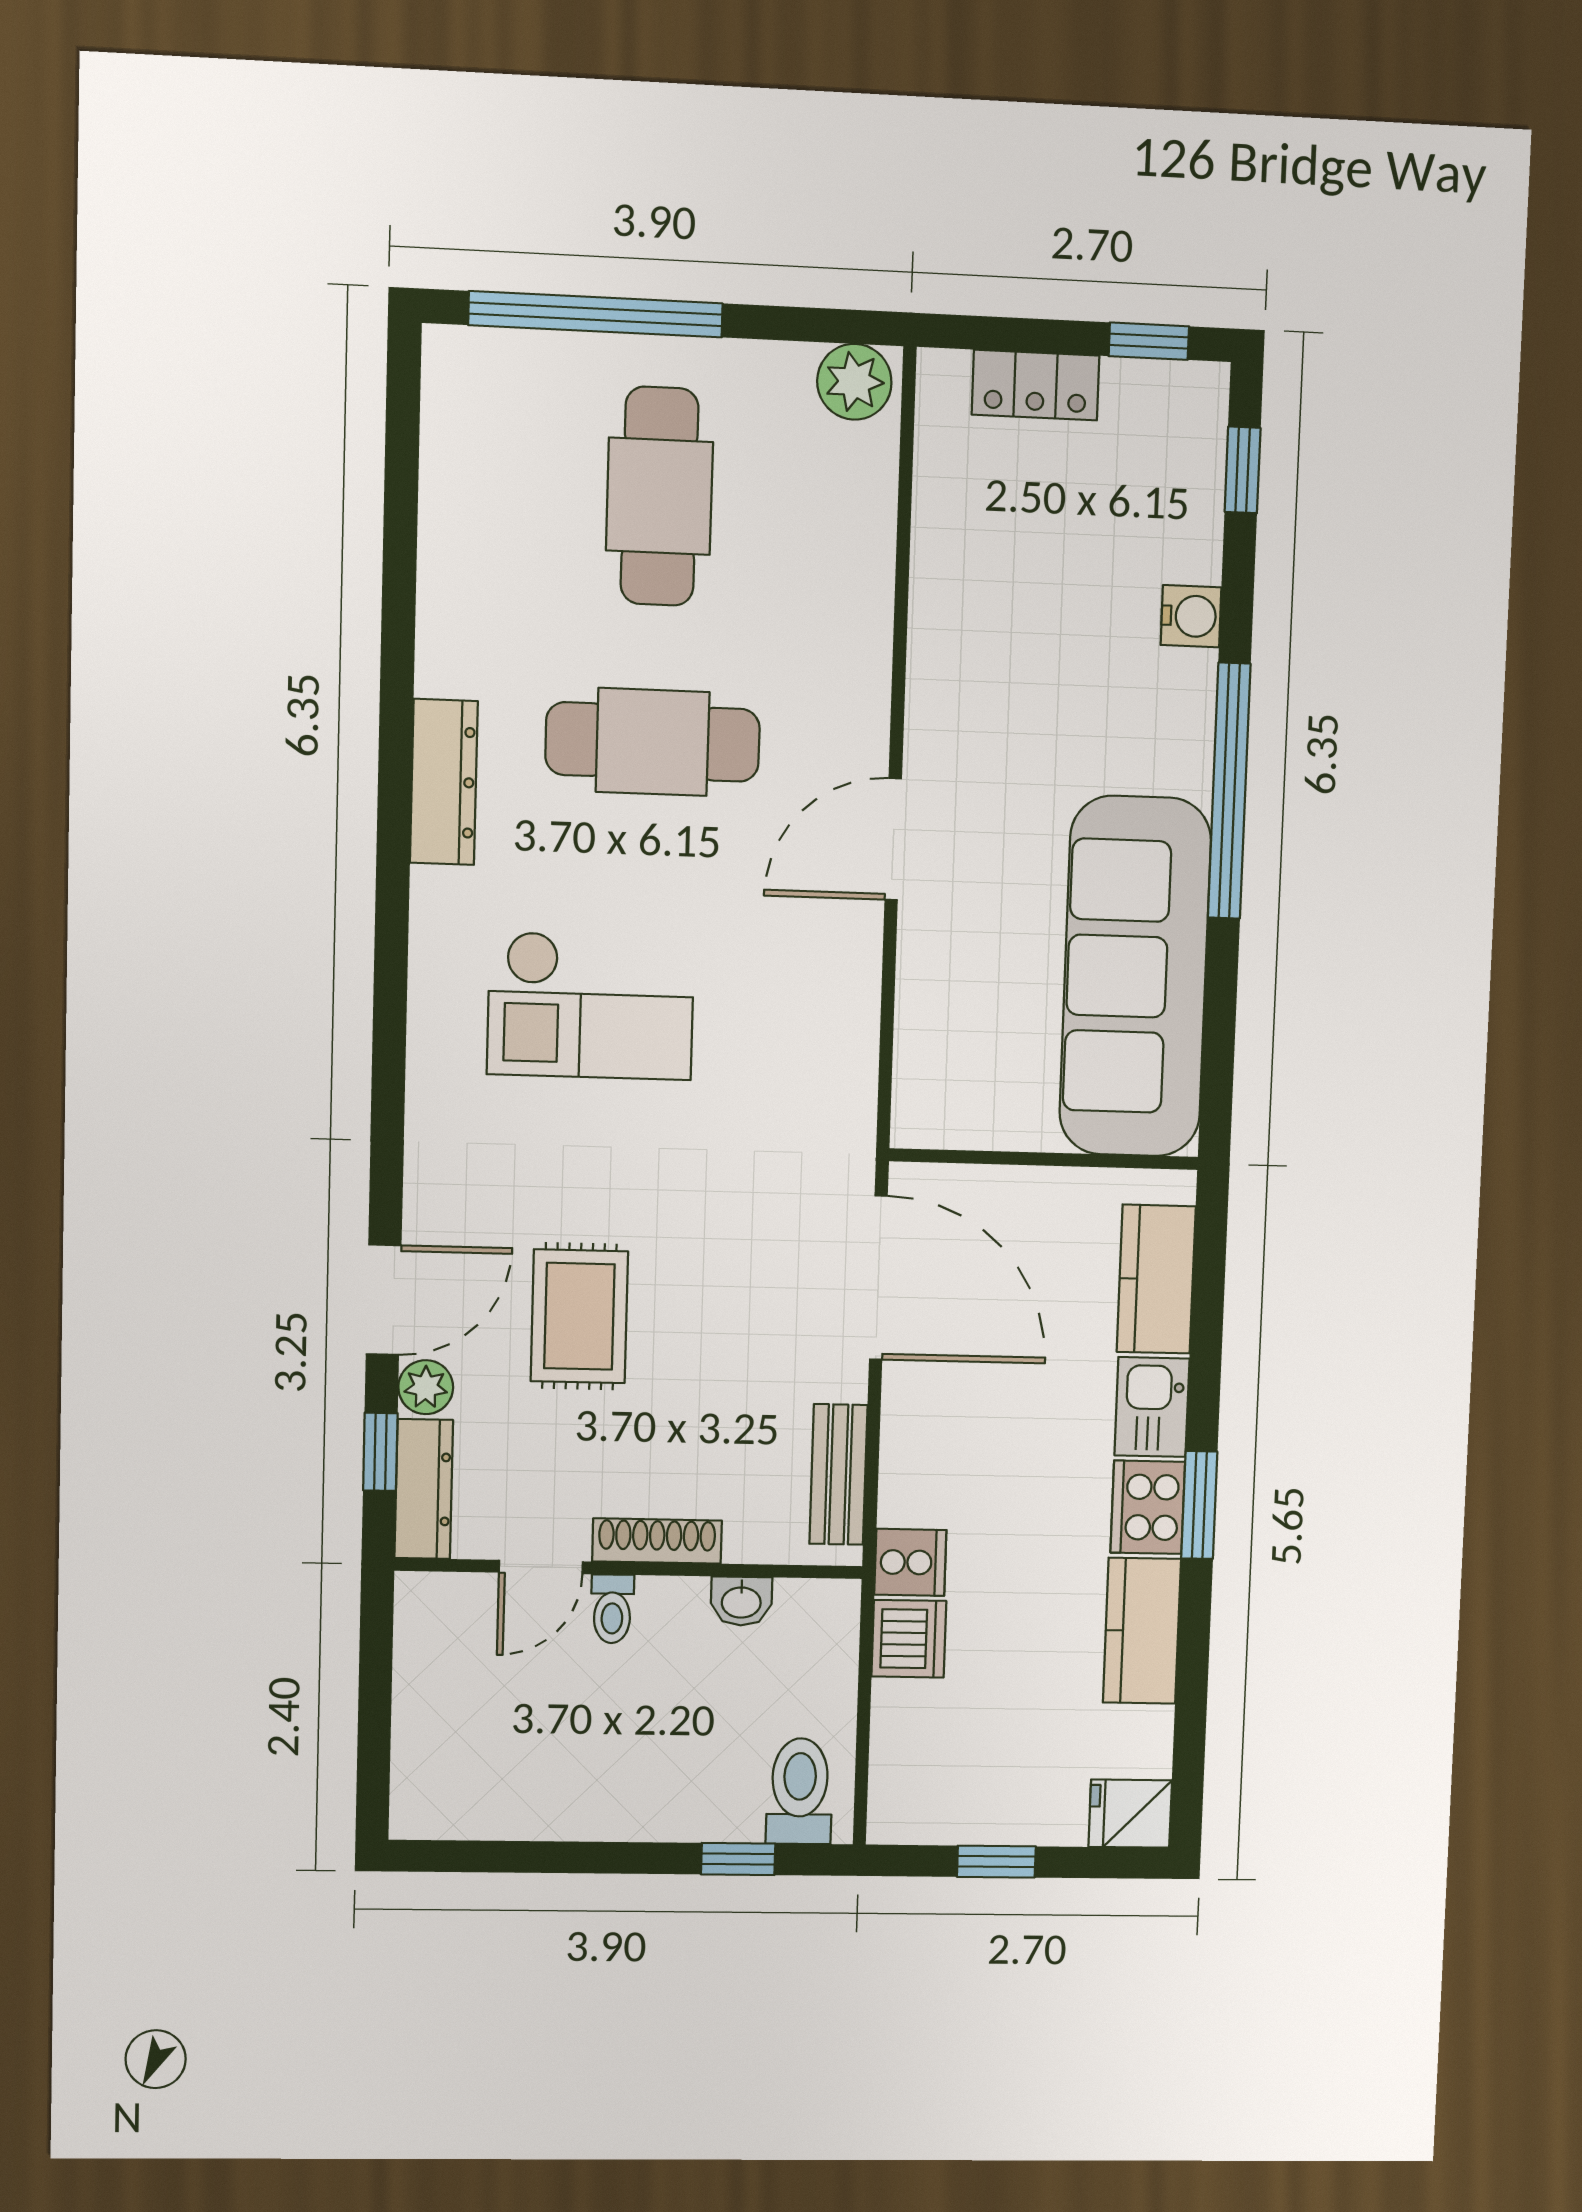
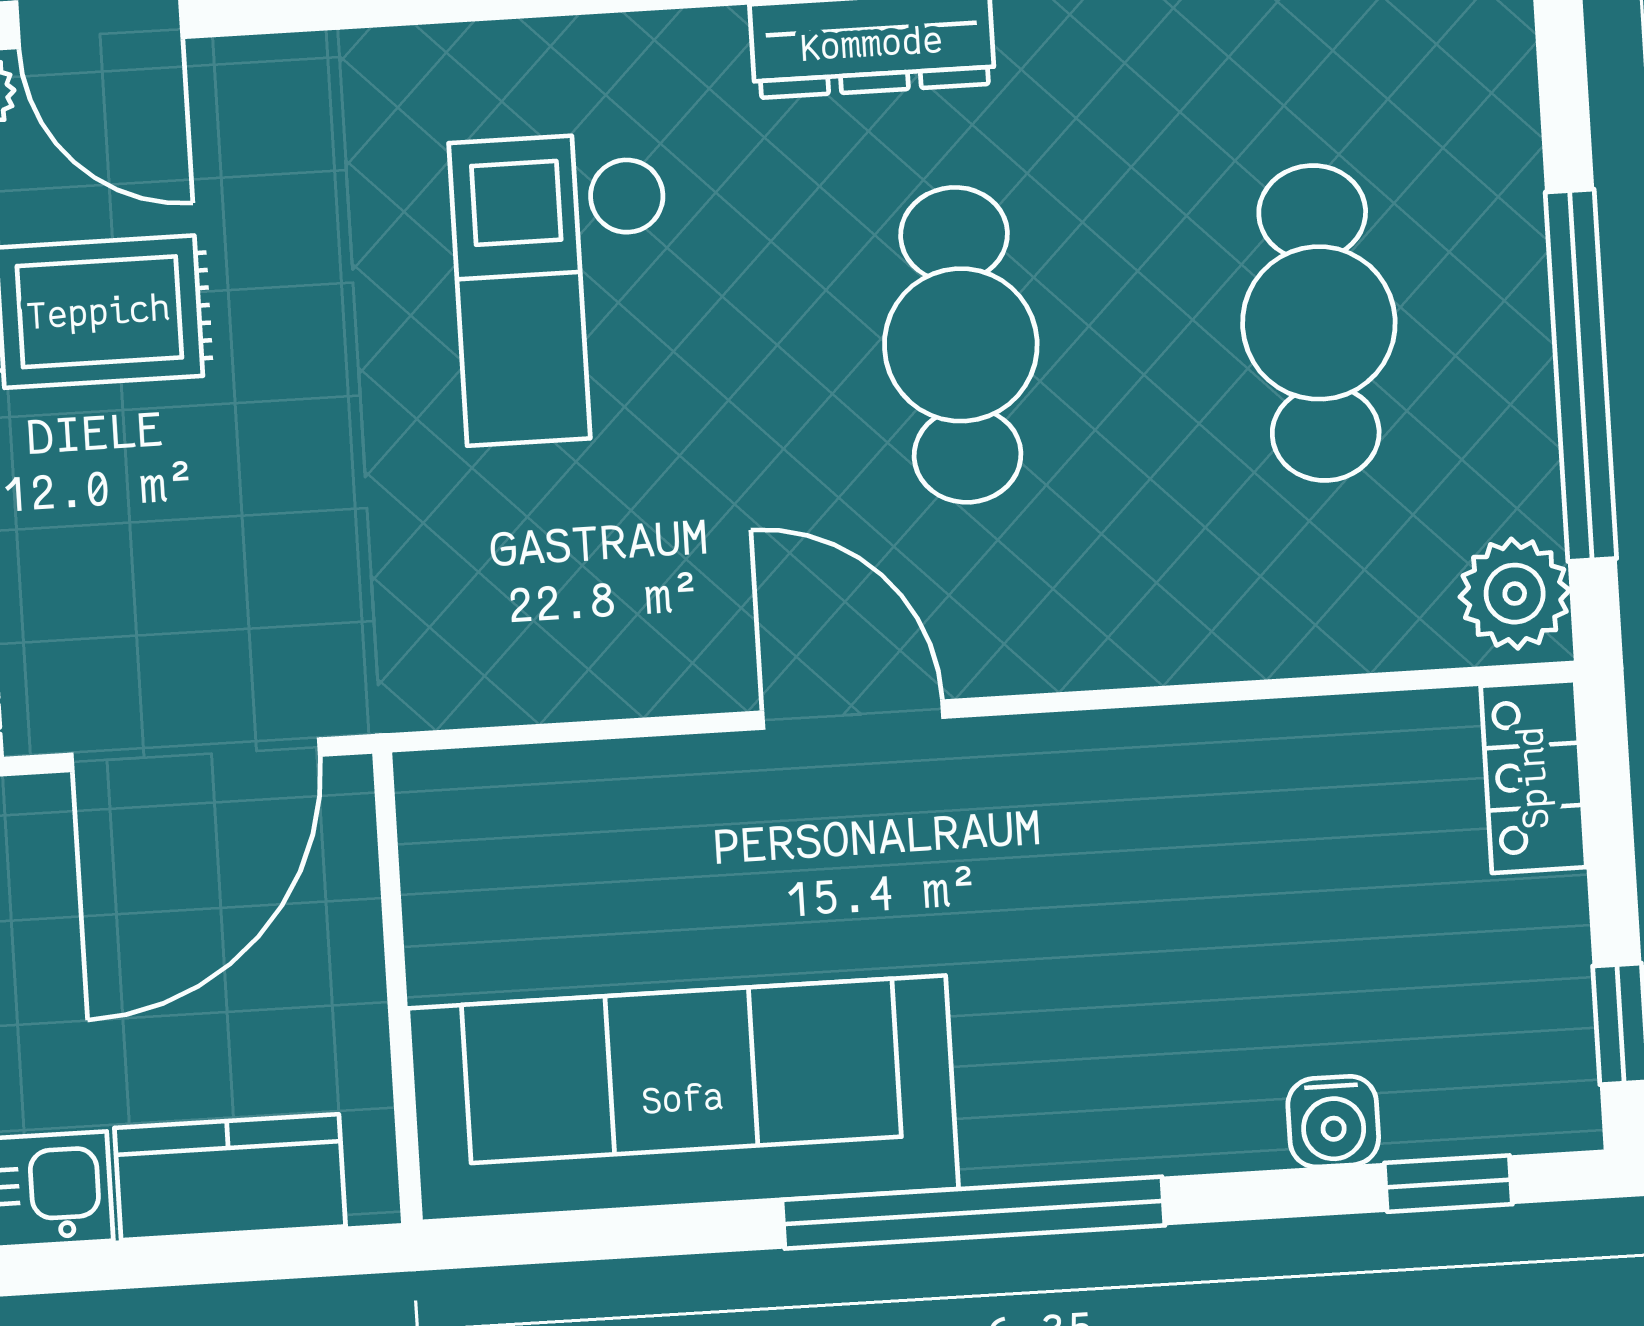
window: (596, 314) -> (1581, 375), moved
locker: (1035, 385) -> (1533, 777), moved
cafe table: (659, 496) -> (1319, 323), turned 90
water cooler: (1191, 616) -> (1333, 1122), moved

